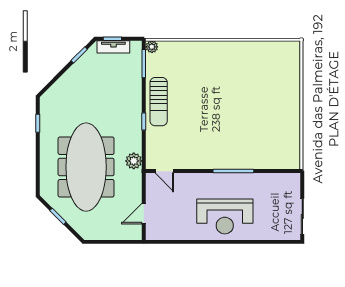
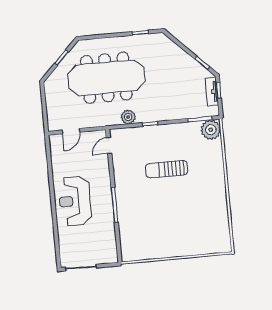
plant: (152, 47) -> (211, 130), width x1.88, depth x1.88
sun lounger: (159, 102) -> (167, 169), moved
plant: (134, 161) -> (128, 117), moved
door: (144, 214) -> (71, 131), swing flipped

